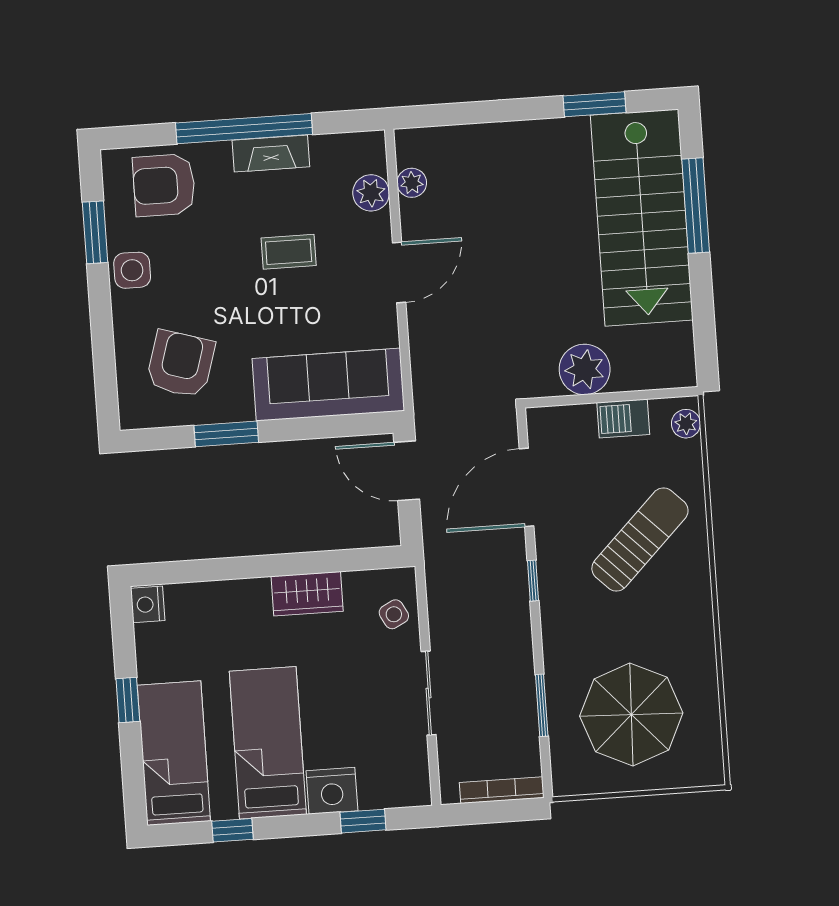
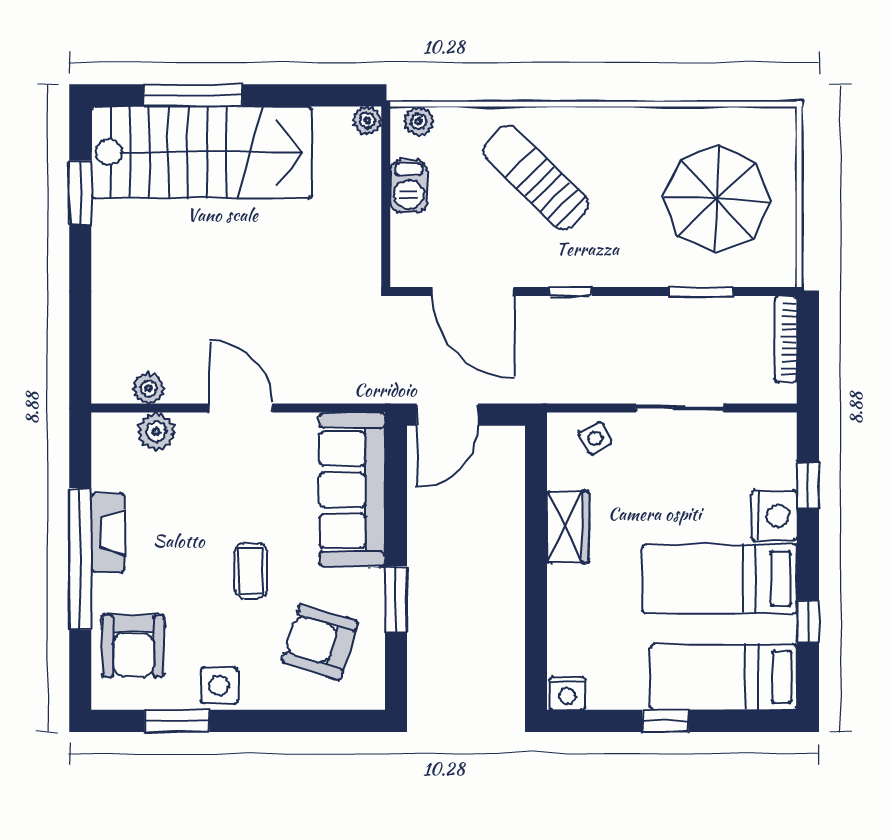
coffee table: (289, 252) -> (251, 571), moved
plant: (585, 369) -> (367, 120), moved, width x0.53, depth x0.53

